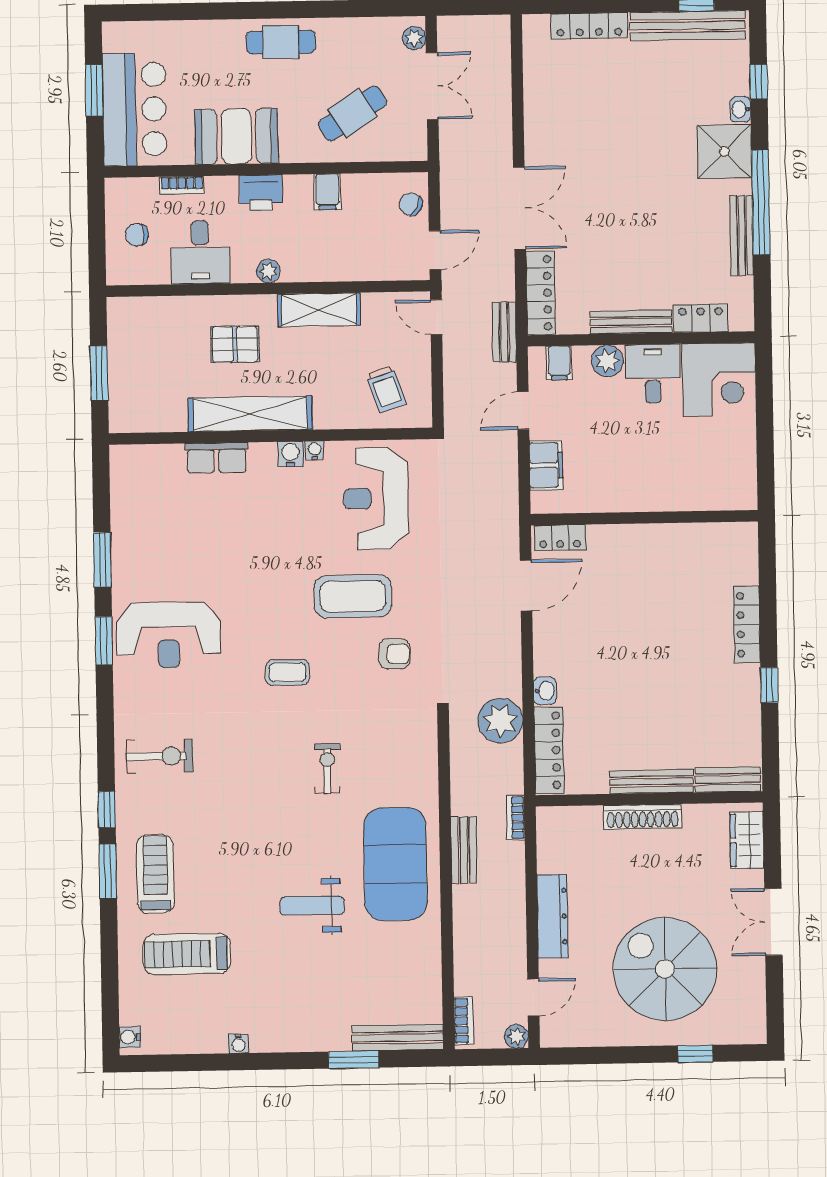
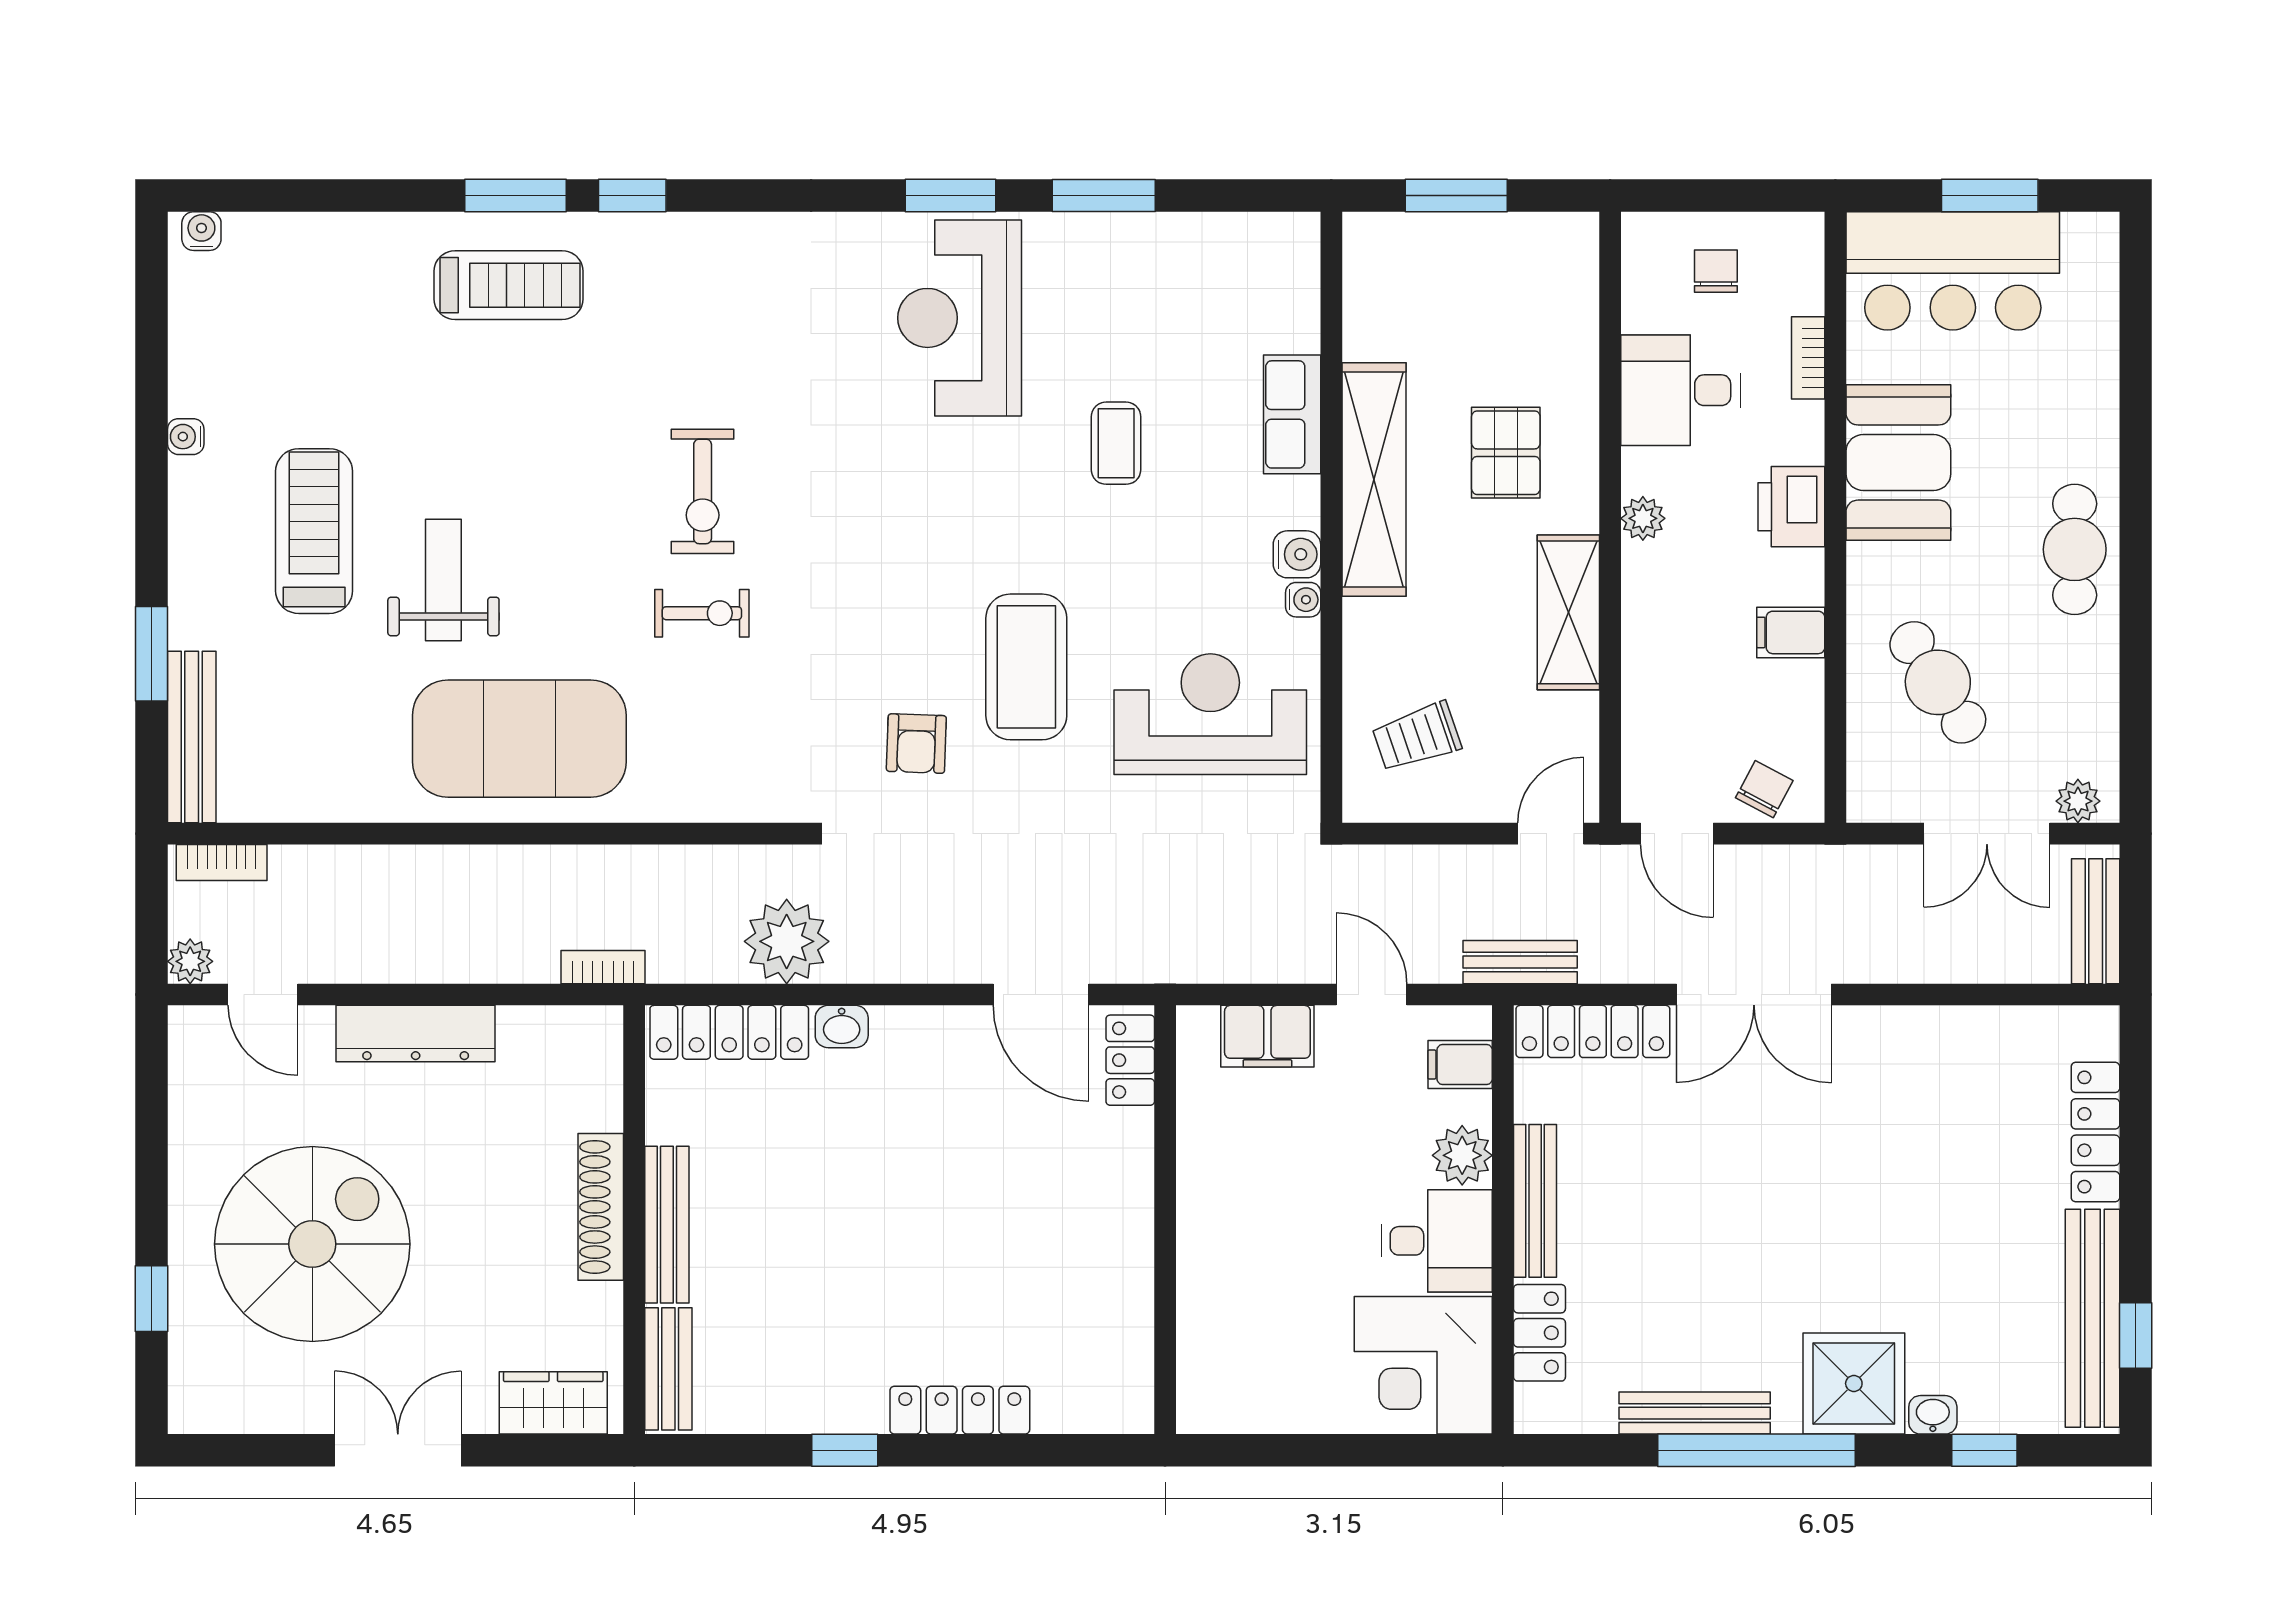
coffee table: (287, 672) -> (1116, 443), moved
exercise bike: (159, 756) -> (703, 491), moved
bench: (464, 850) -> (2096, 921), moved, turned 90
treadmill: (187, 954) -> (314, 531), moved

